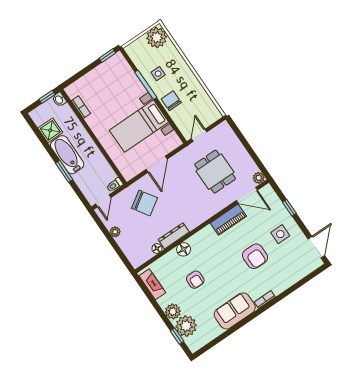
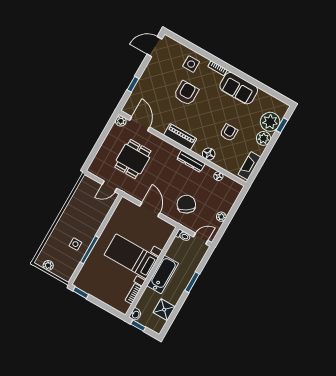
plant: (157, 38) -> (48, 265), width x0.53, depth x0.53
chair: (171, 101) -> (92, 223), removed
bed with nightstands: (139, 126) -> (131, 256), moved, turned 180
bathtub: (67, 155) -> (163, 275), moved, turned 180
door: (157, 164) -> (150, 210), hinge flipped
piano: (228, 220) -> (180, 137), moved
side table: (280, 234) -> (191, 64), moved
dresser: (174, 236) -> (191, 161), moved

